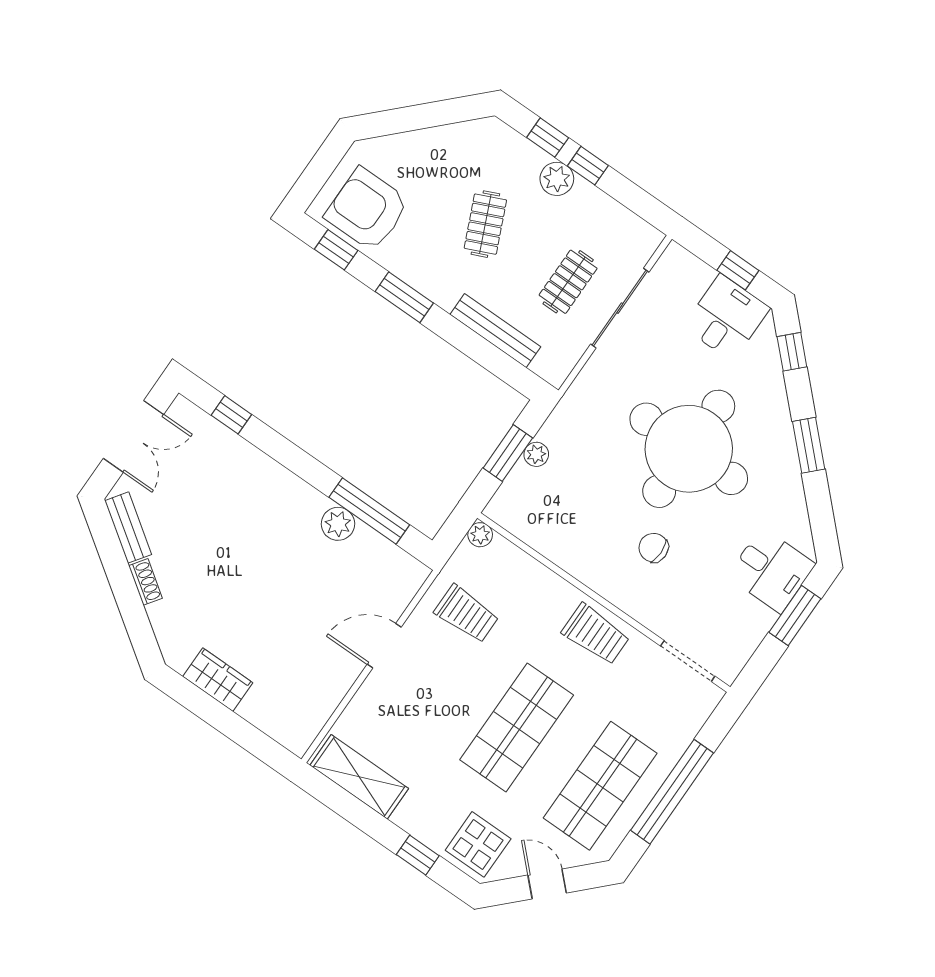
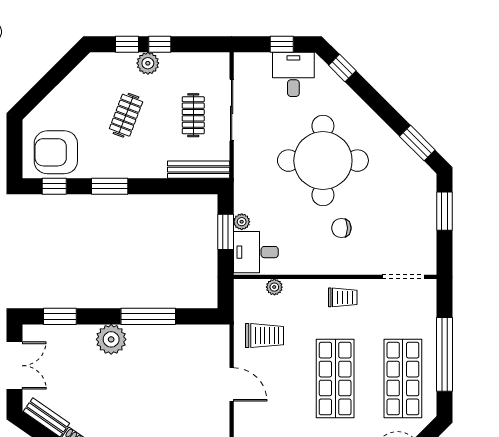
clothes rail: (485, 224) -> (126, 115), turned 45
bench: (495, 331) -> (199, 170), moved
window: (231, 415) -> (60, 316), width x1.50
window: (809, 445) -> (417, 143), moved
window: (369, 511) -> (148, 316), moved
plant: (338, 524) -> (111, 339), moved, width x1.36, depth x1.36
plant: (480, 535) -> (274, 287), moved
desk: (771, 570) -> (256, 252), moved, turned 180
trolley: (596, 634) -> (343, 297), width x0.73, depth x0.72
door: (384, 646) -> (232, 384), swing flipped

